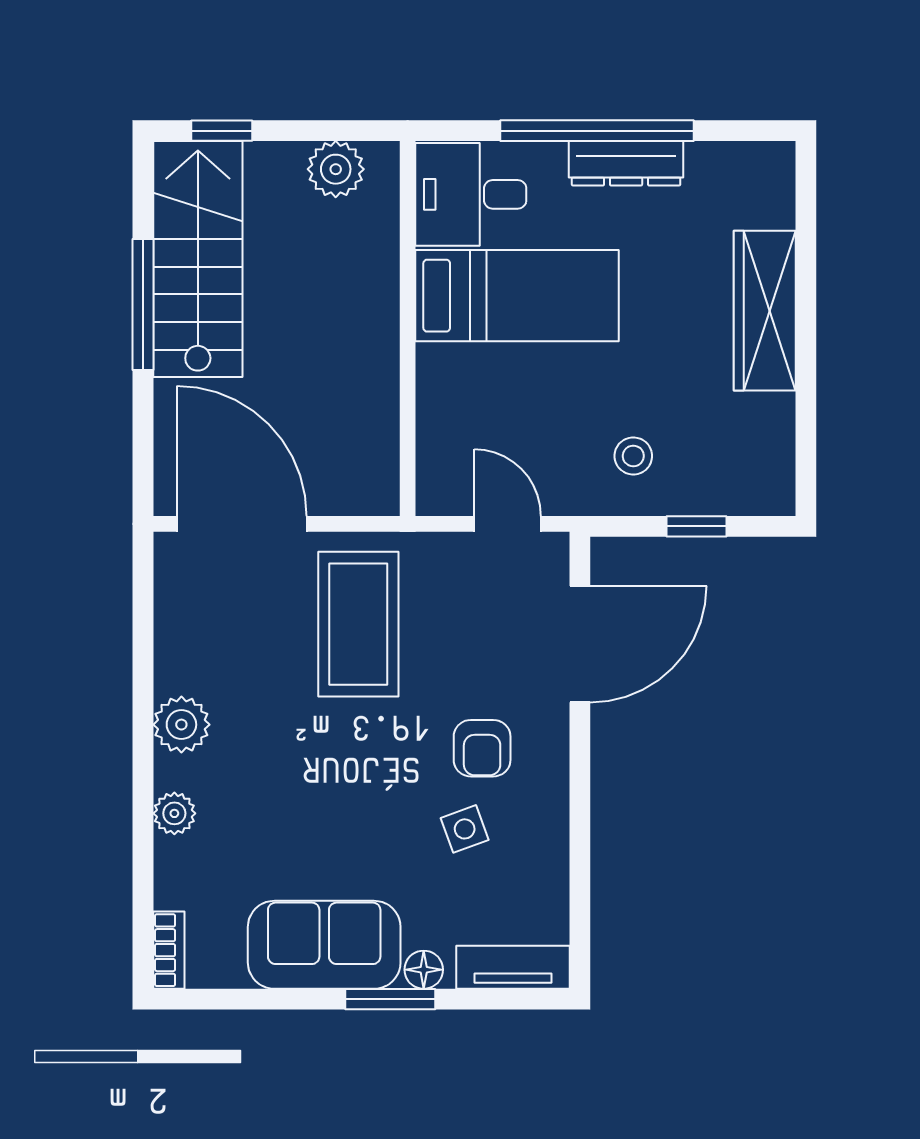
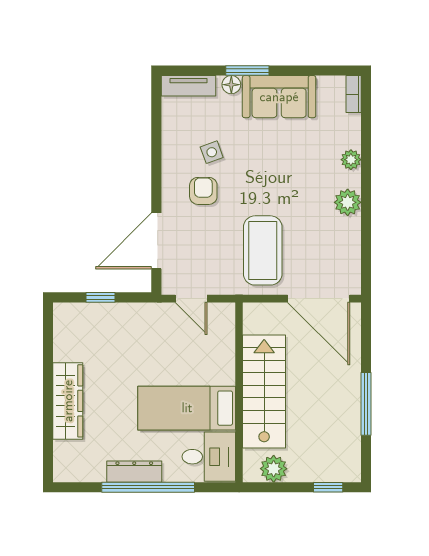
stairs: (198, 259) -> (264, 391), moved, turned 180
stool: (633, 456) -> (131, 331), removed

